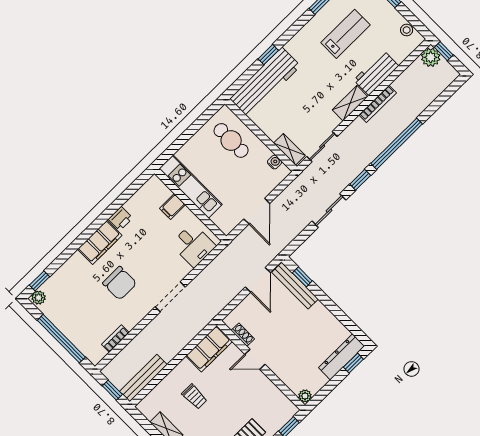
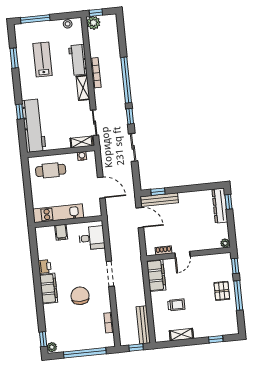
chair: (120, 283) -> (80, 296), turned -90

